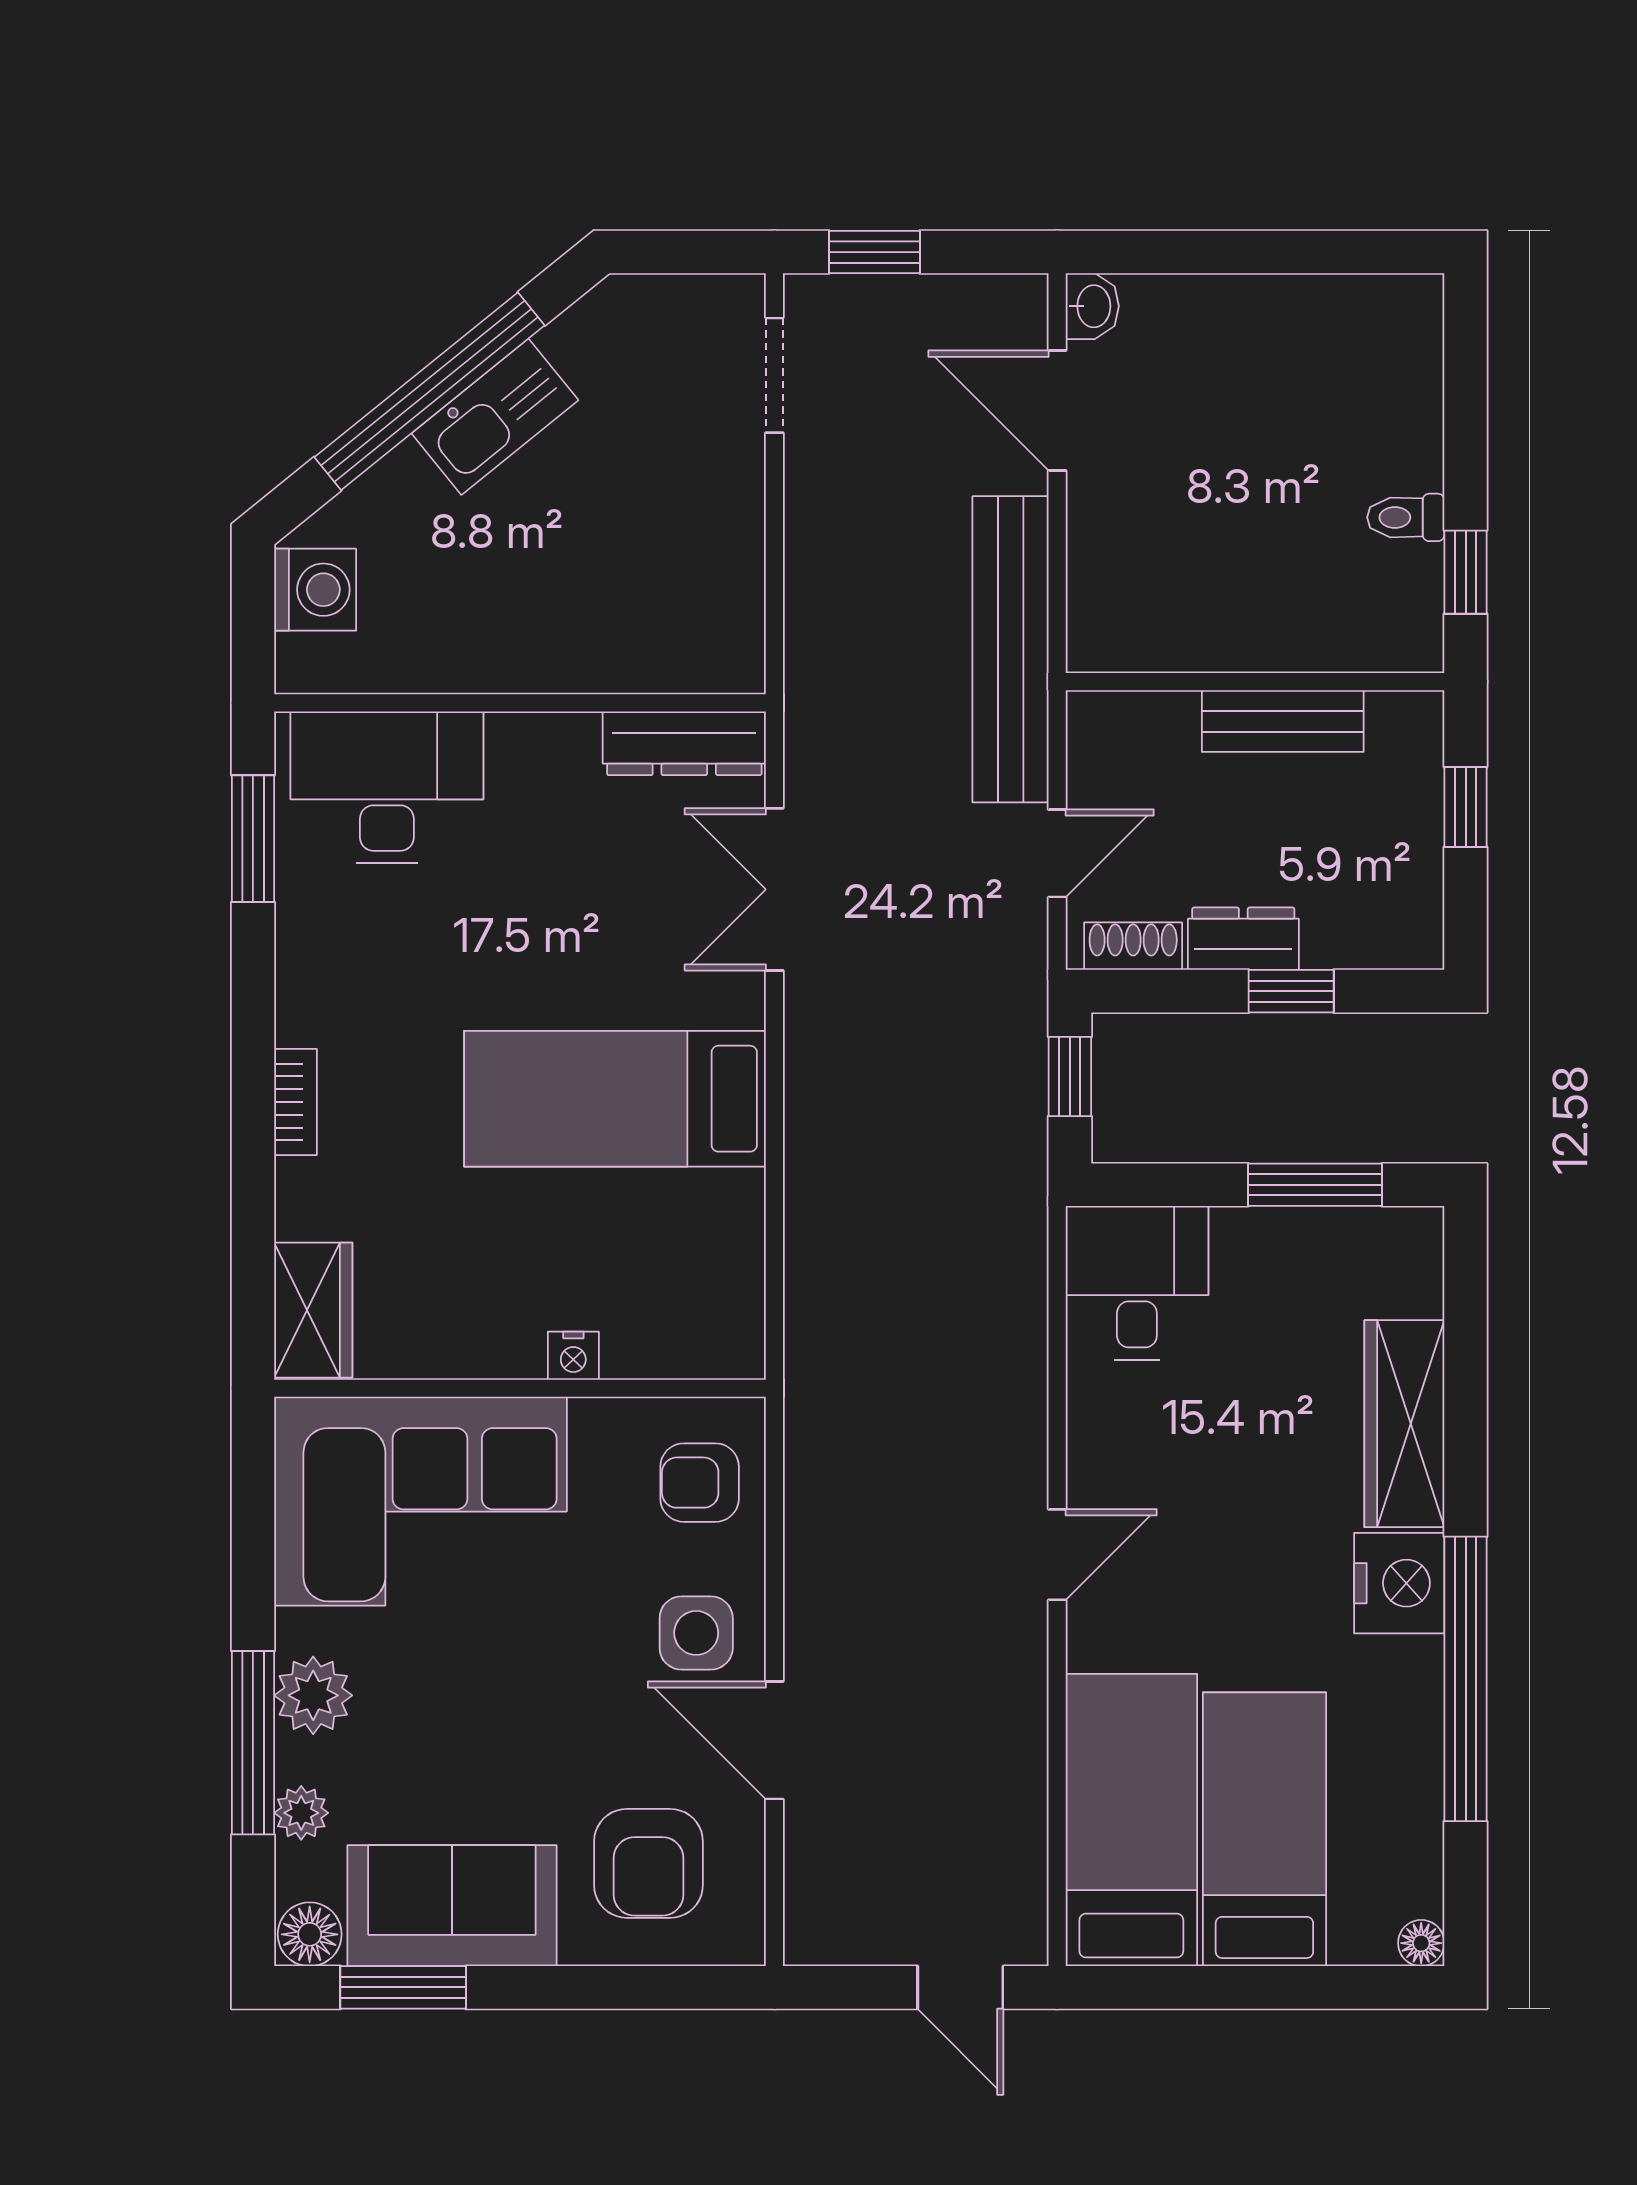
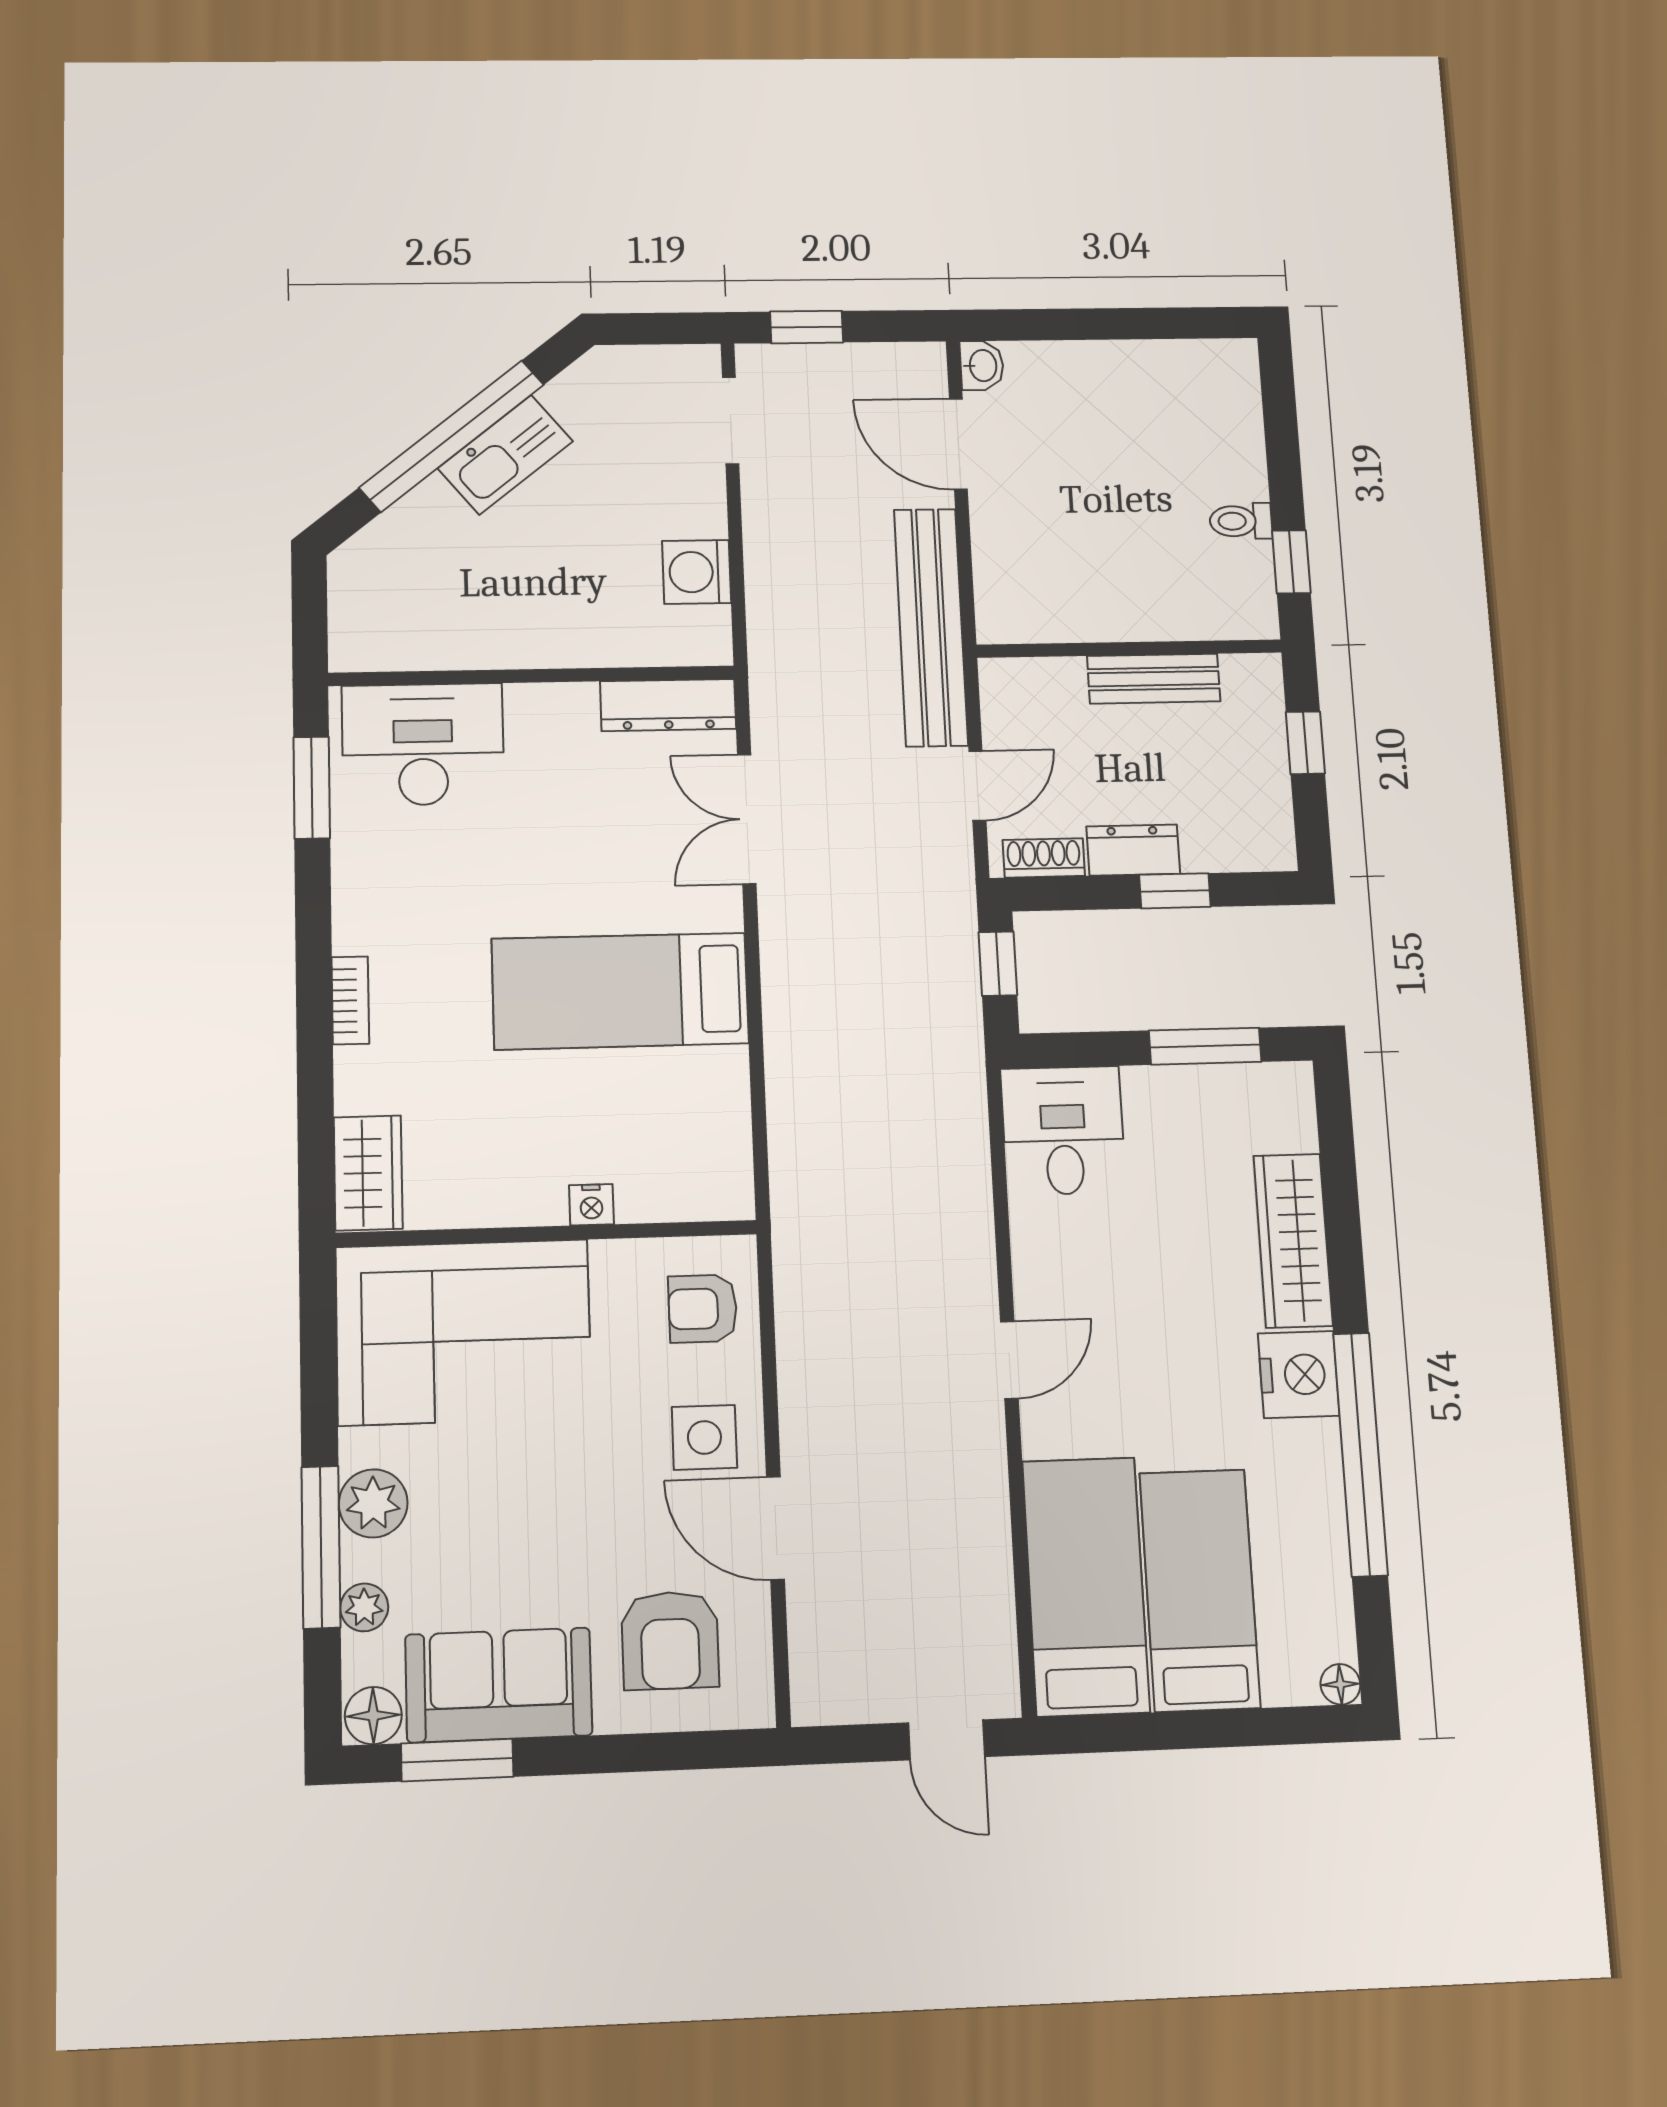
washing machine: (315, 590) -> (697, 572), moved, turned 180

